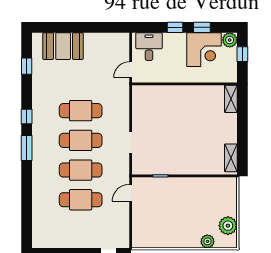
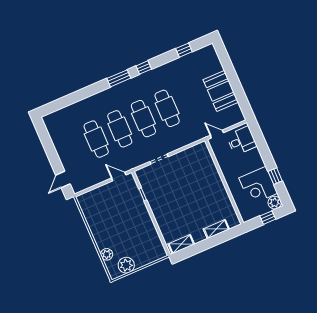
window: (175, 27) -> (266, 155), removed
booth: (63, 46) -> (221, 91), moved
shelving: (231, 99) -> (216, 229), moved

